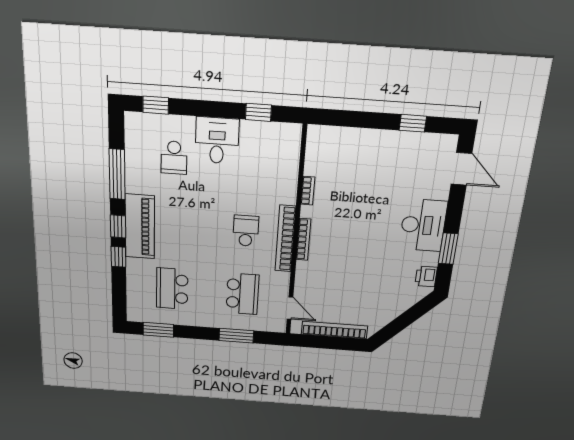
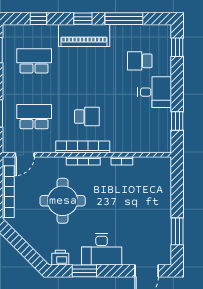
window: (413, 123) -> (177, 231), width x1.50
window: (119, 257) -> (38, 19), moved
round table: (353, 268) -> (63, 201), added
school desk: (242, 294) -> (34, 117), turned 180

